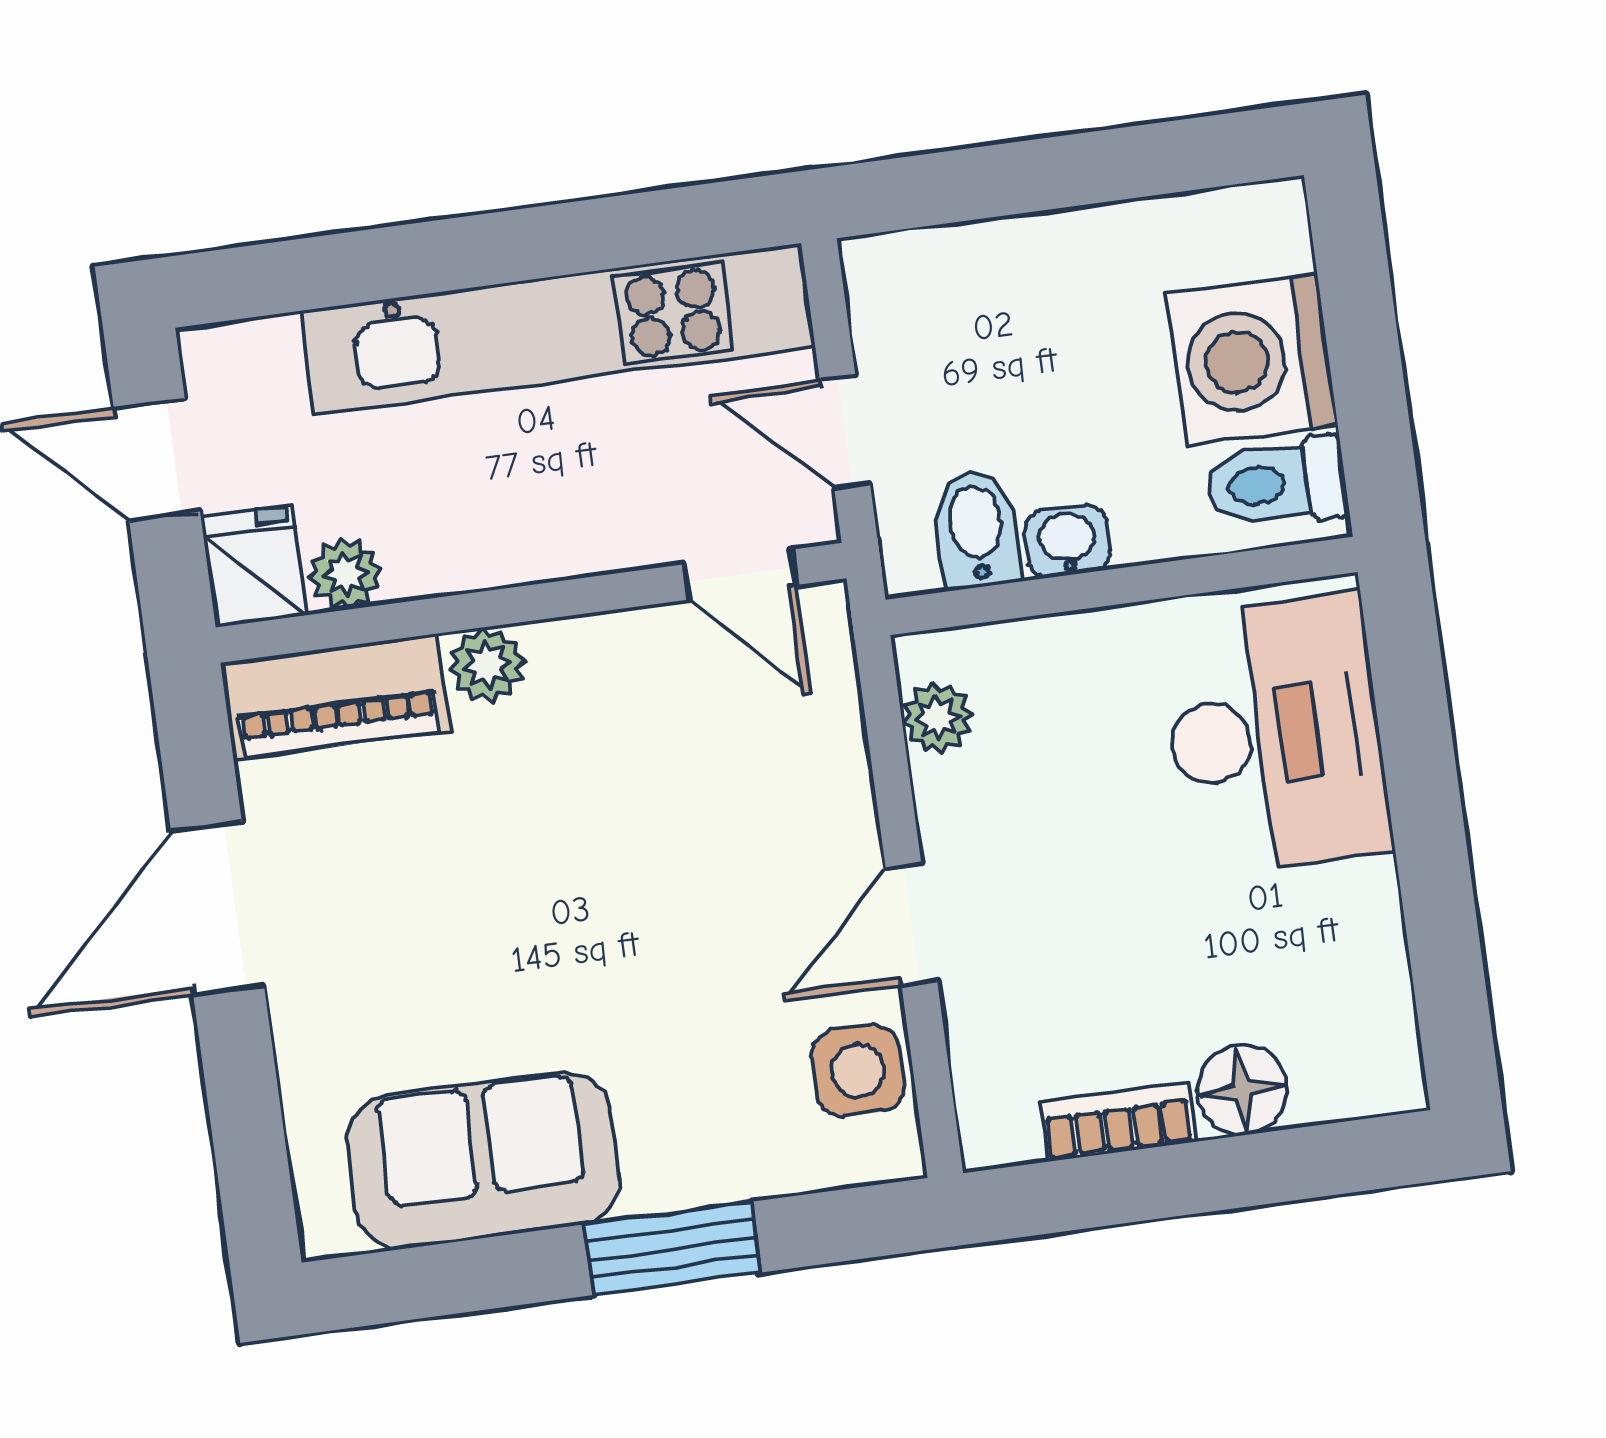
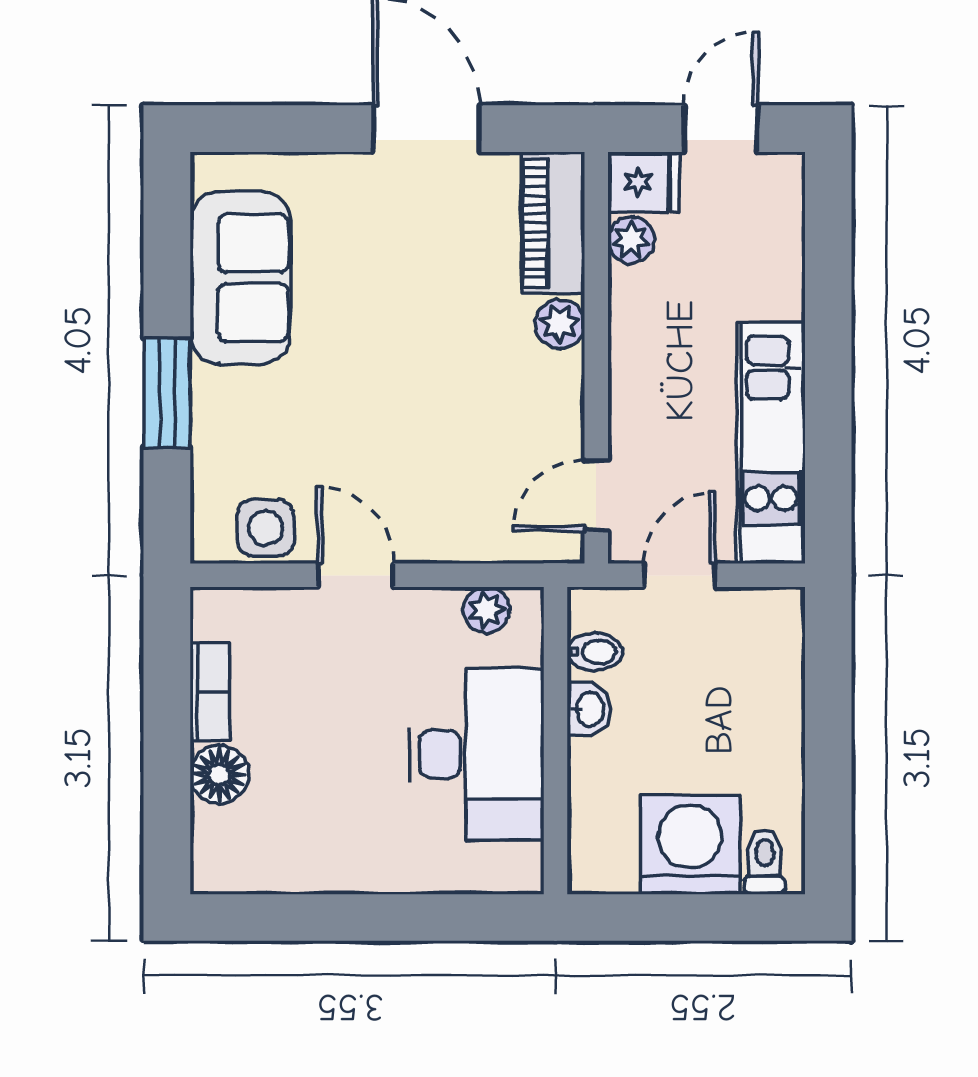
kitchen unit: (558, 329) -> (771, 443), width x0.73
toilet: (1276, 483) -> (765, 862), moved, width x0.73, depth x0.72
bidet: (976, 529) -> (595, 652), width x0.72, depth x0.74
desk: (1275, 735) -> (476, 754), moved, turned -90

